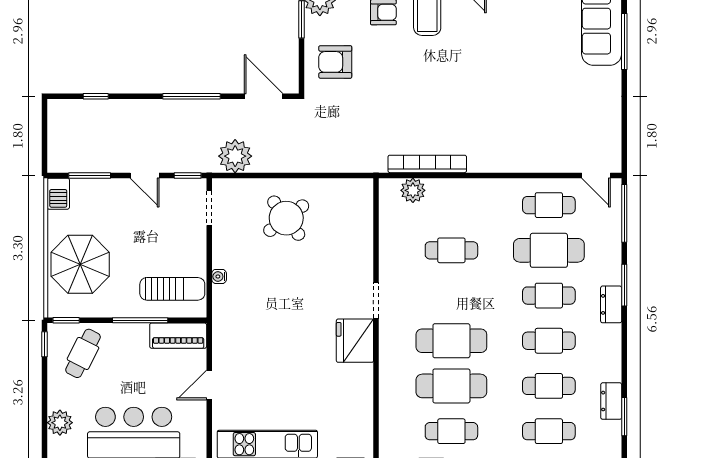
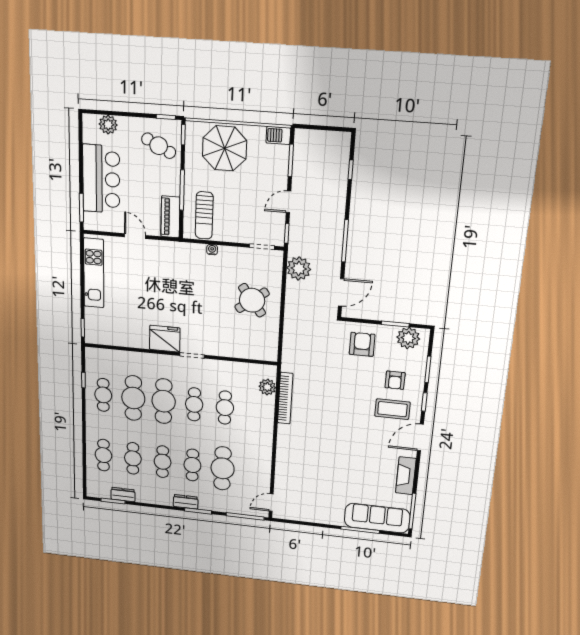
cafe table: (549, 205) -> (194, 404), moved

